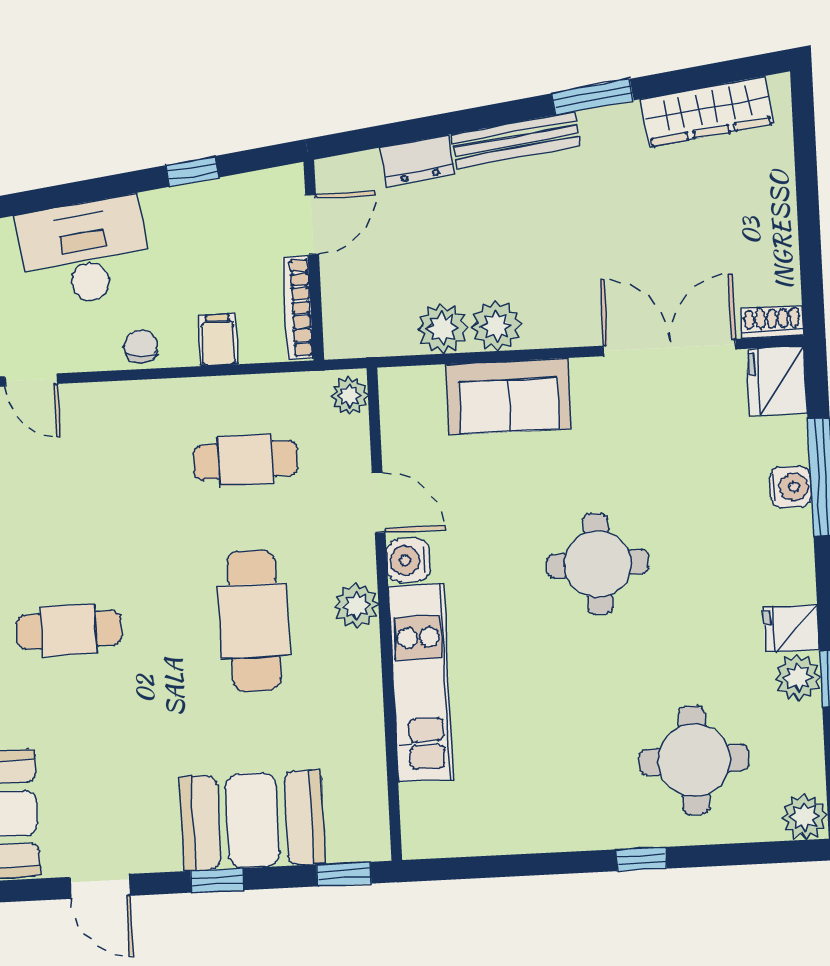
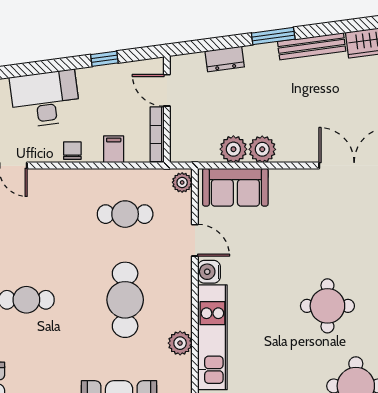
window: (592, 97) -> (273, 36), moved
bench: (516, 140) -> (312, 46), moved
door: (312, 225) -> (167, 90), swing flipped
sofa: (509, 396) -> (235, 187), moved
round table: (598, 564) -> (327, 306), moved
plant: (356, 606) -> (180, 343), moved

